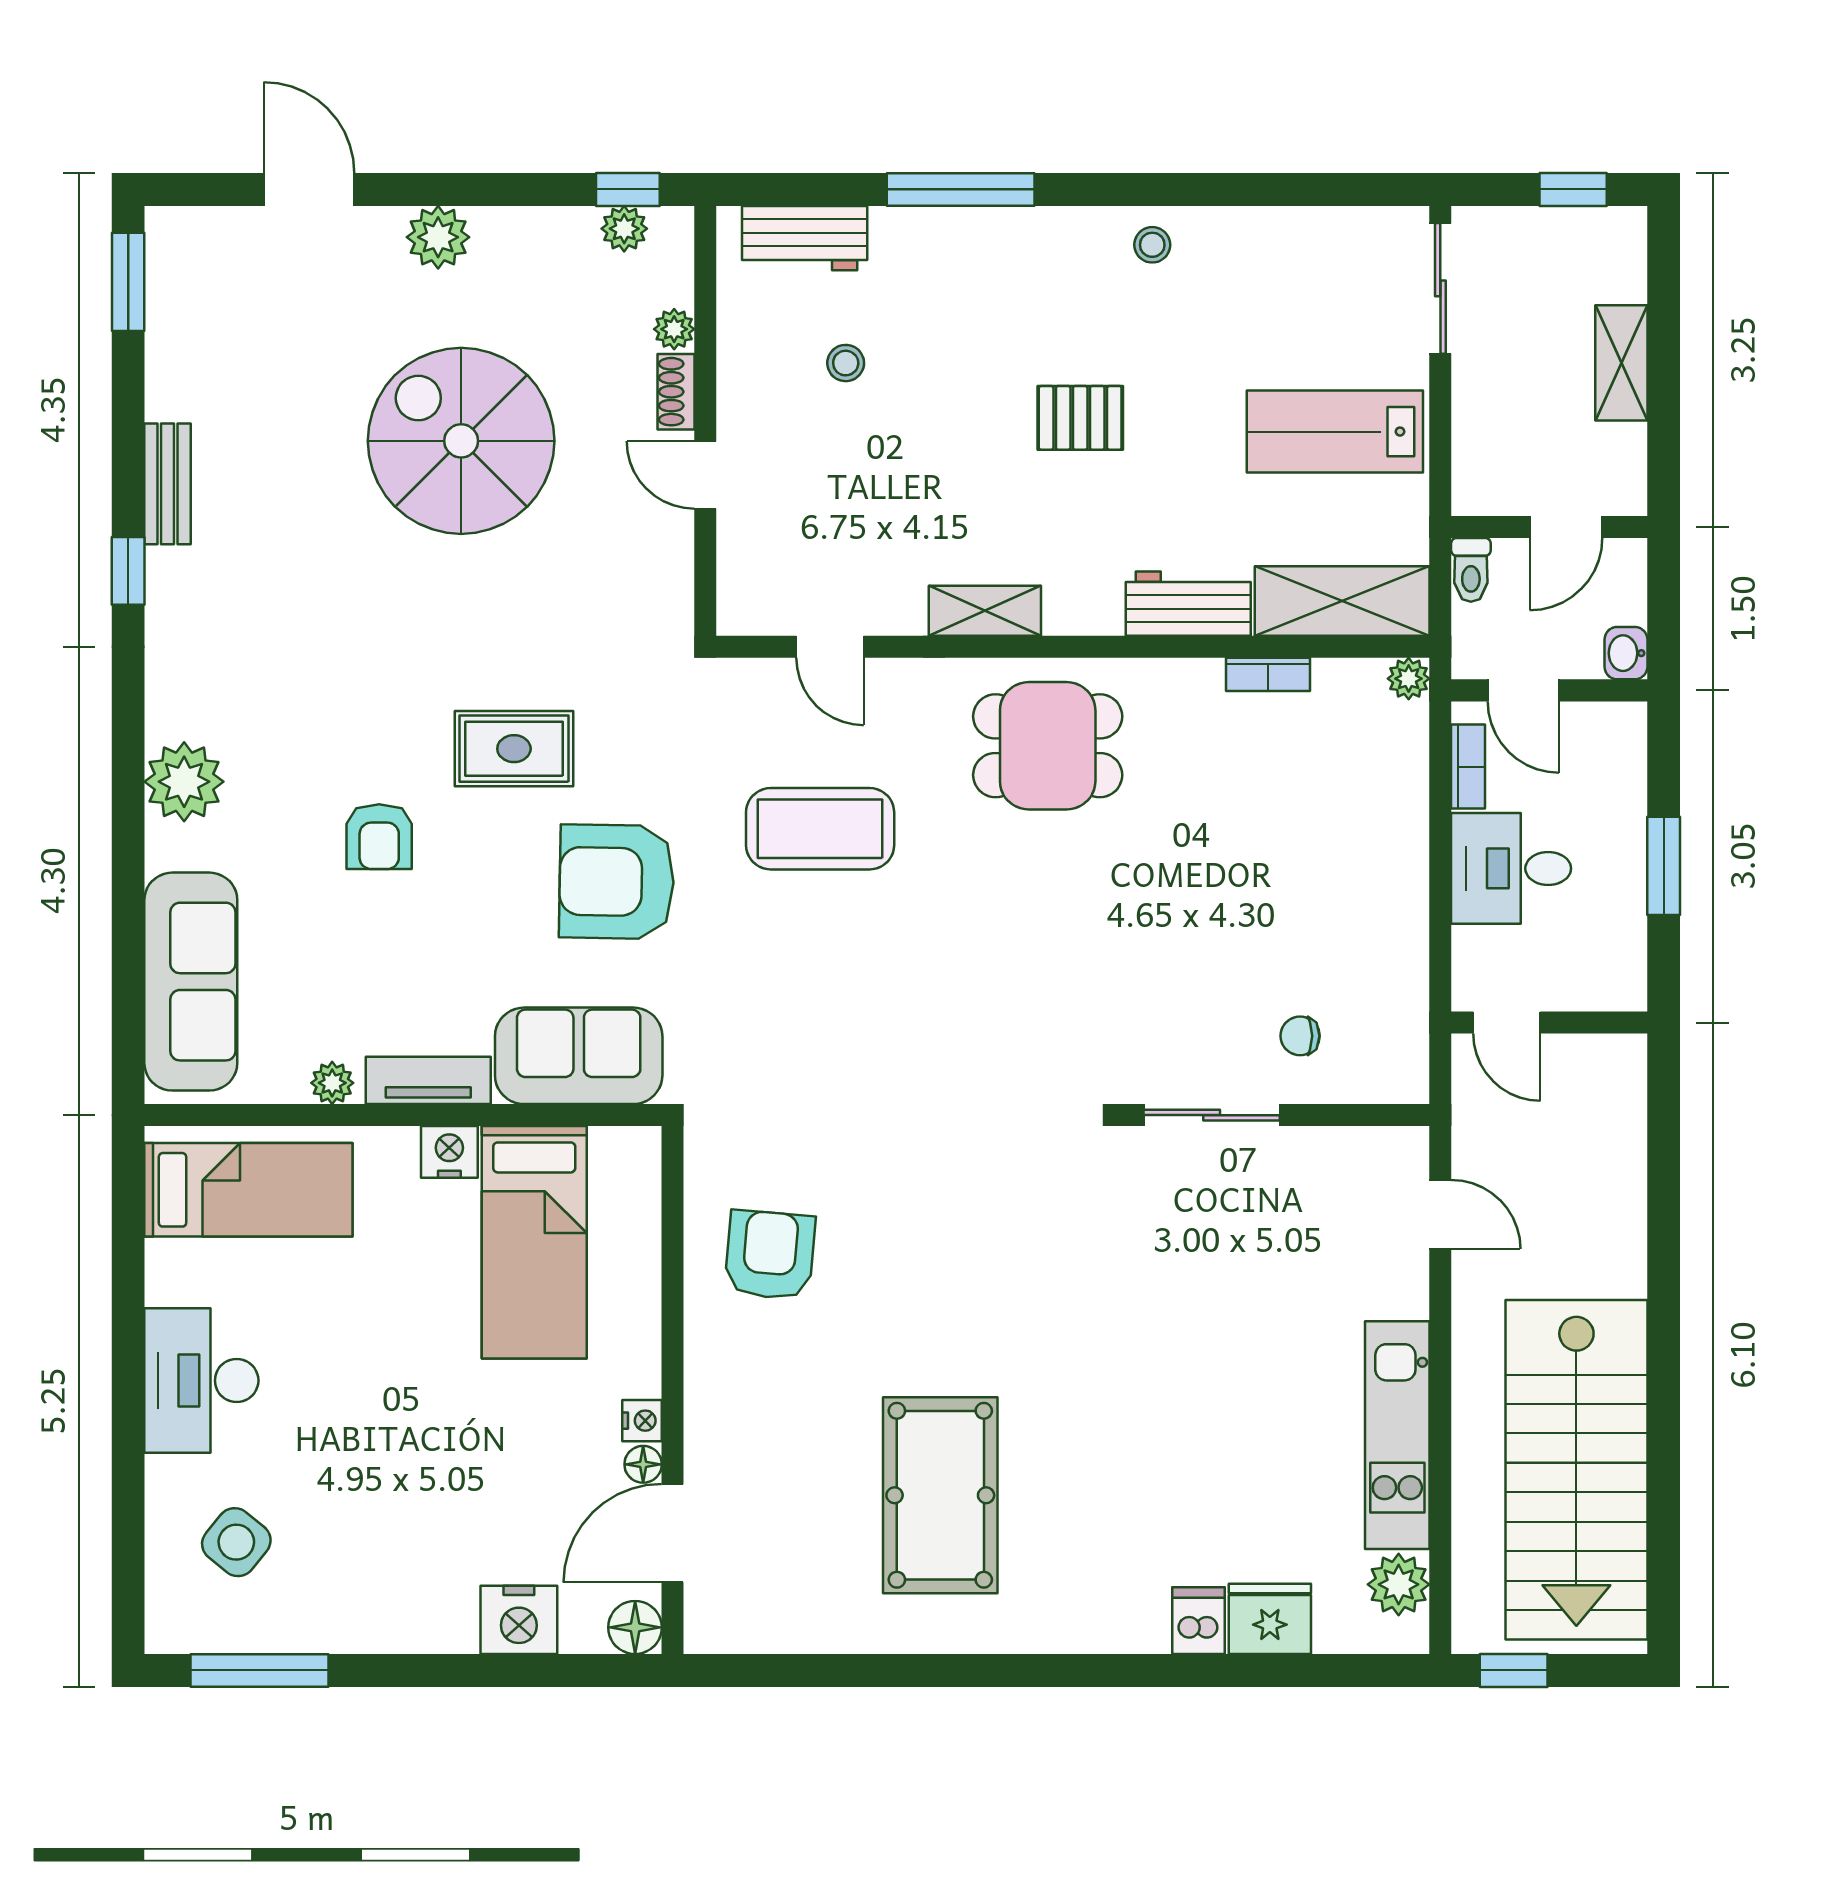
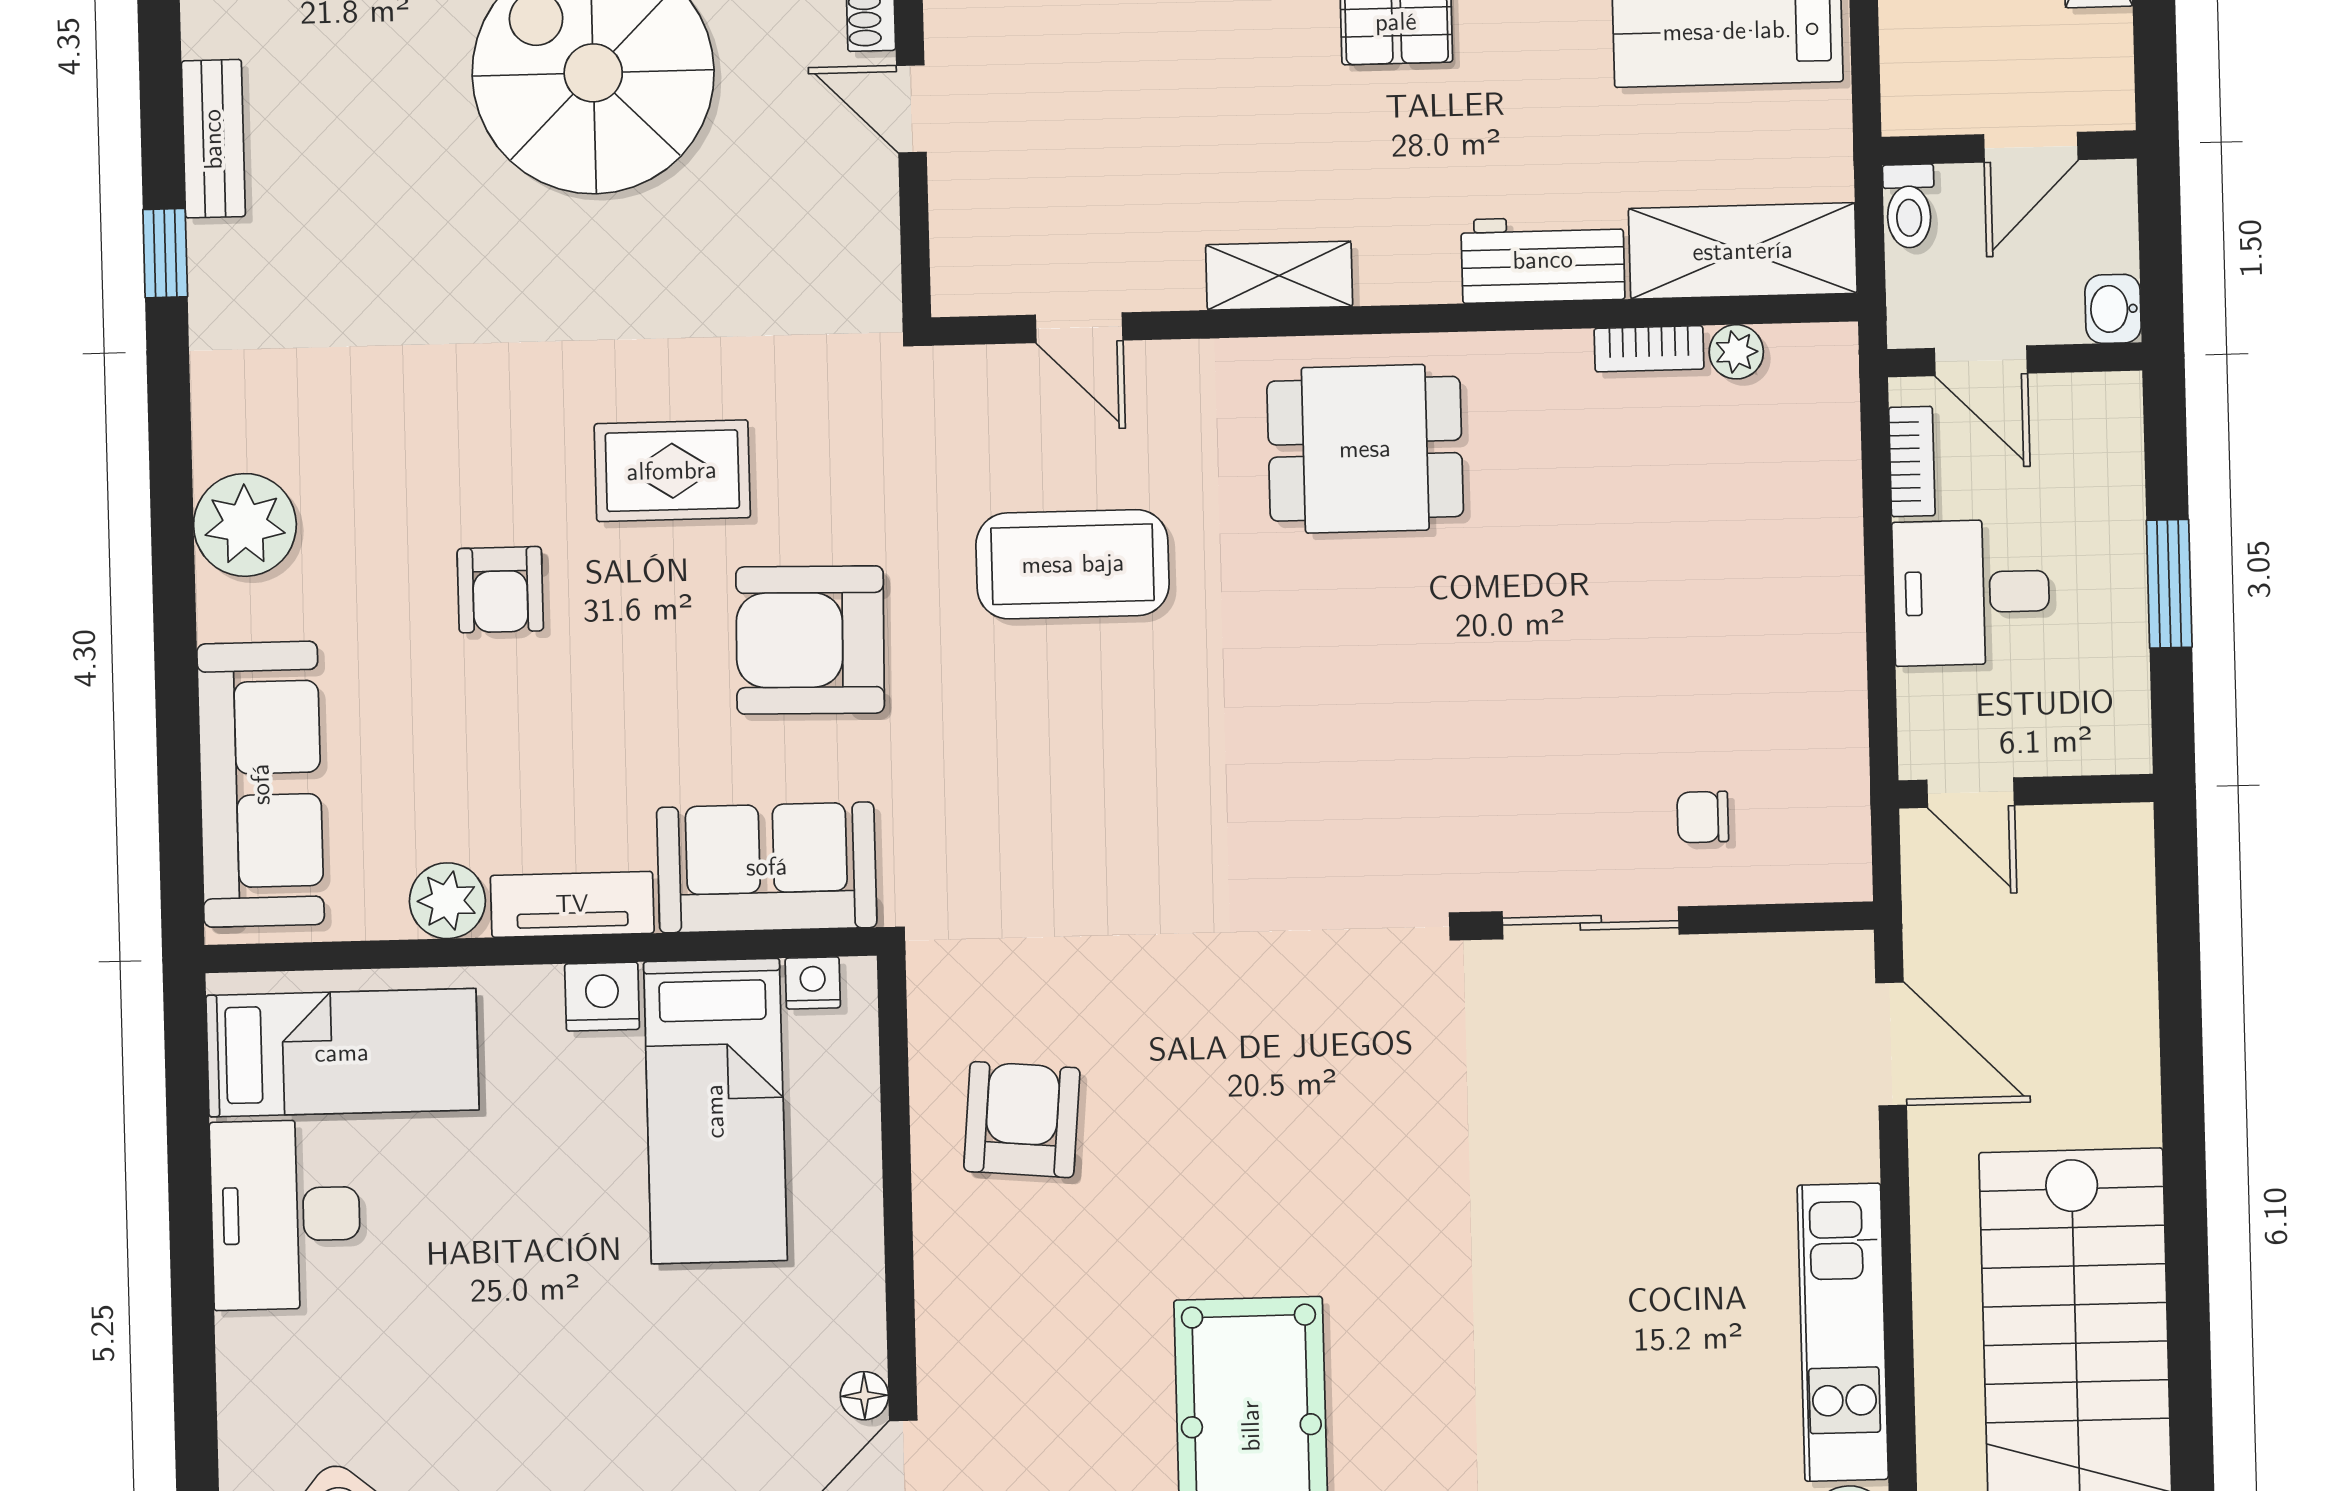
plant: (1409, 679) -> (1736, 352), moved
plant: (332, 1083) -> (447, 901), width x1.38, depth x1.38
door: (1440, 1214) -> (1891, 1044), width x1.38
desk: (201, 1381) -> (286, 1215), moved
nightstand: (642, 1421) -> (813, 983), moved, turned -90

